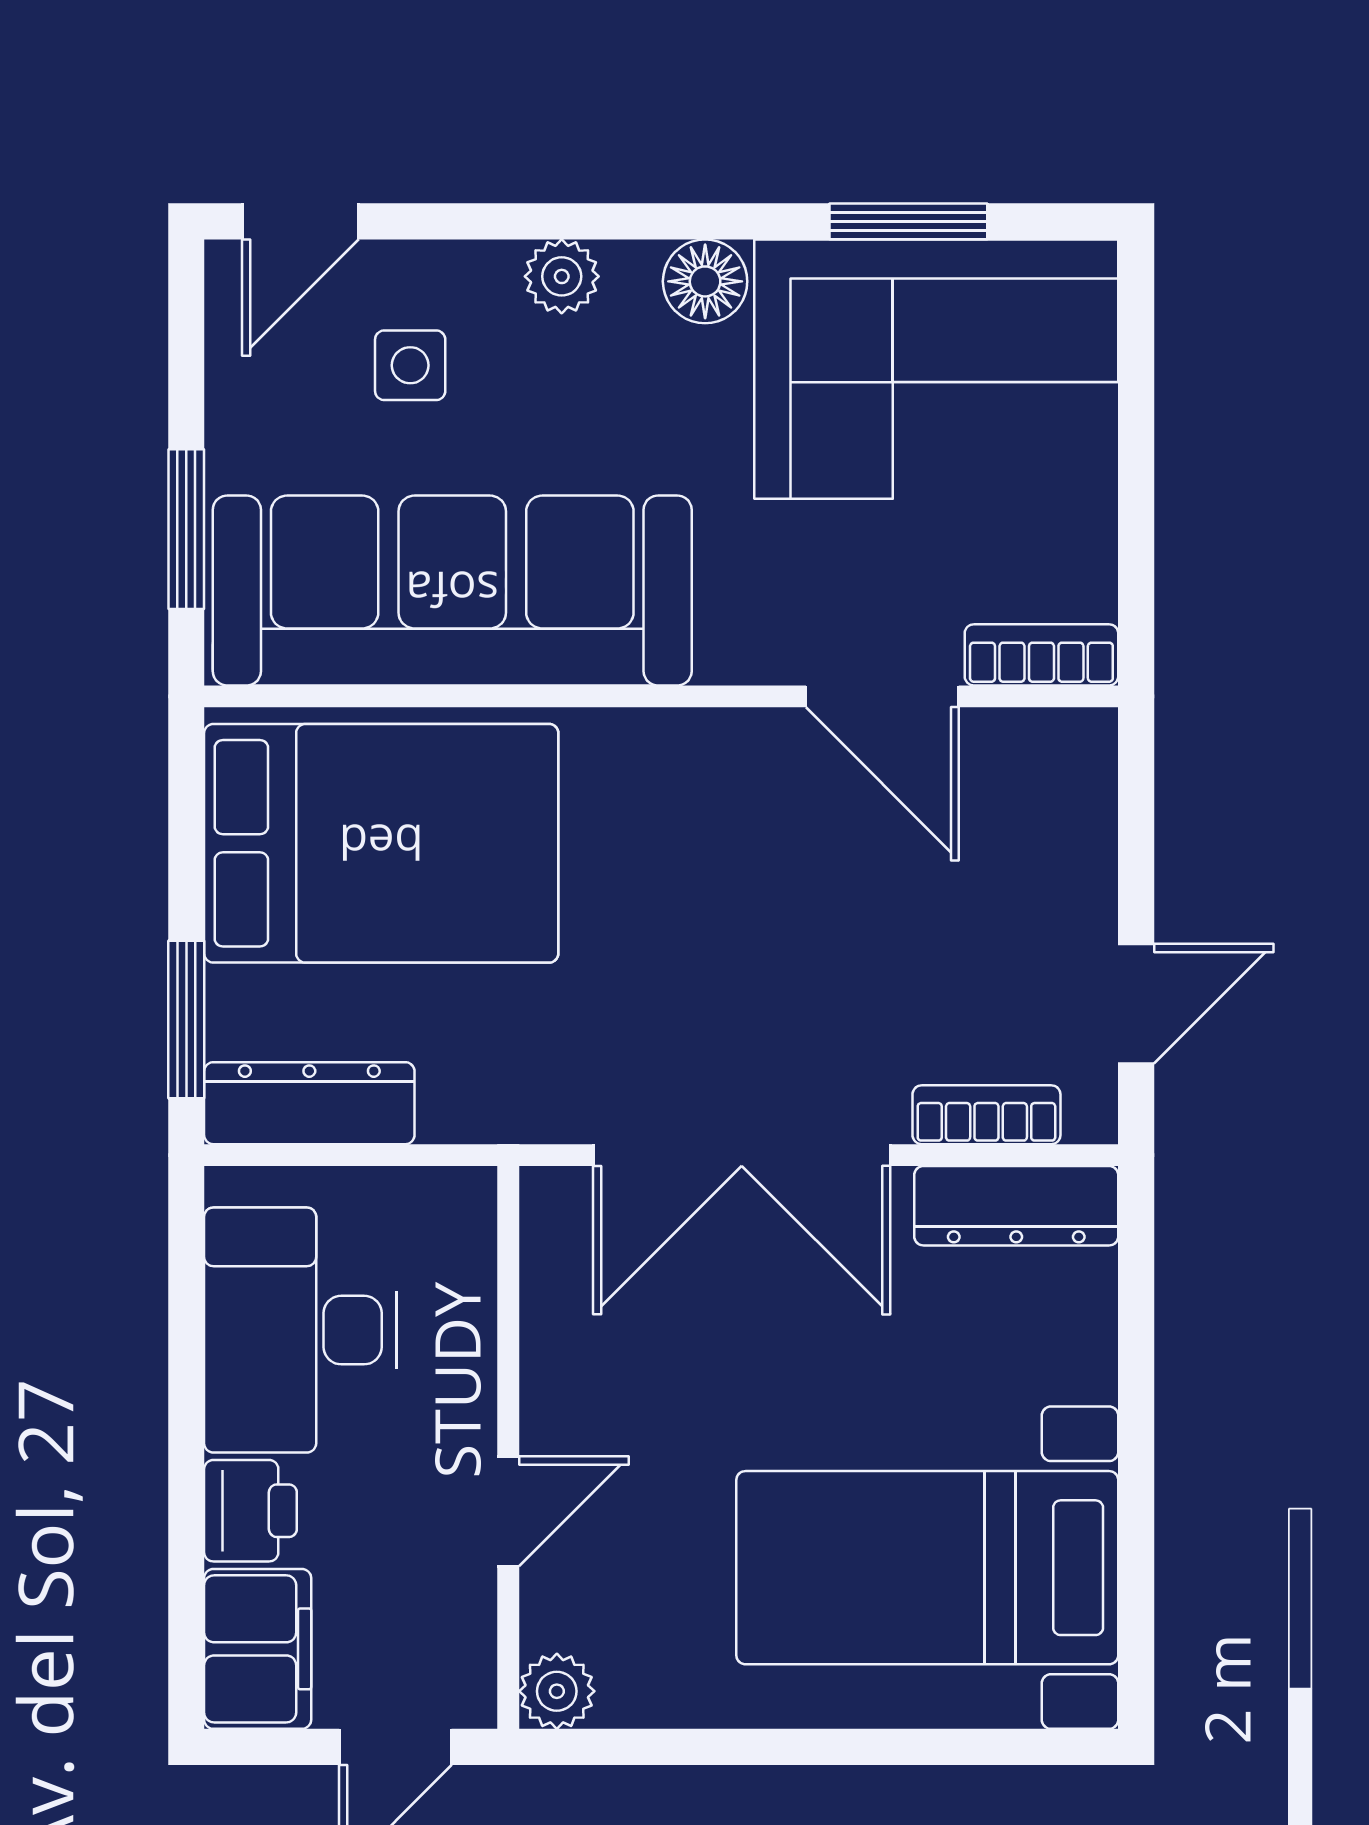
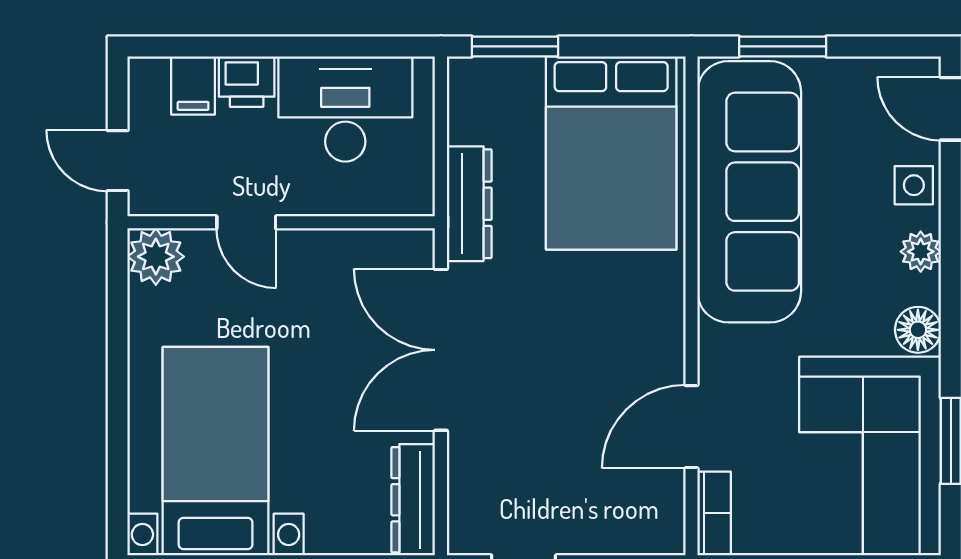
side table: (410, 365) -> (914, 185), moved
dresser: (309, 1103) -> (469, 204), moved
bookcase: (986, 1115) -> (463, 483), removed
filing cabinet: (258, 1649) -> (193, 85), width x0.50
plant: (557, 1691) -> (156, 257), width x1.38, depth x1.38

